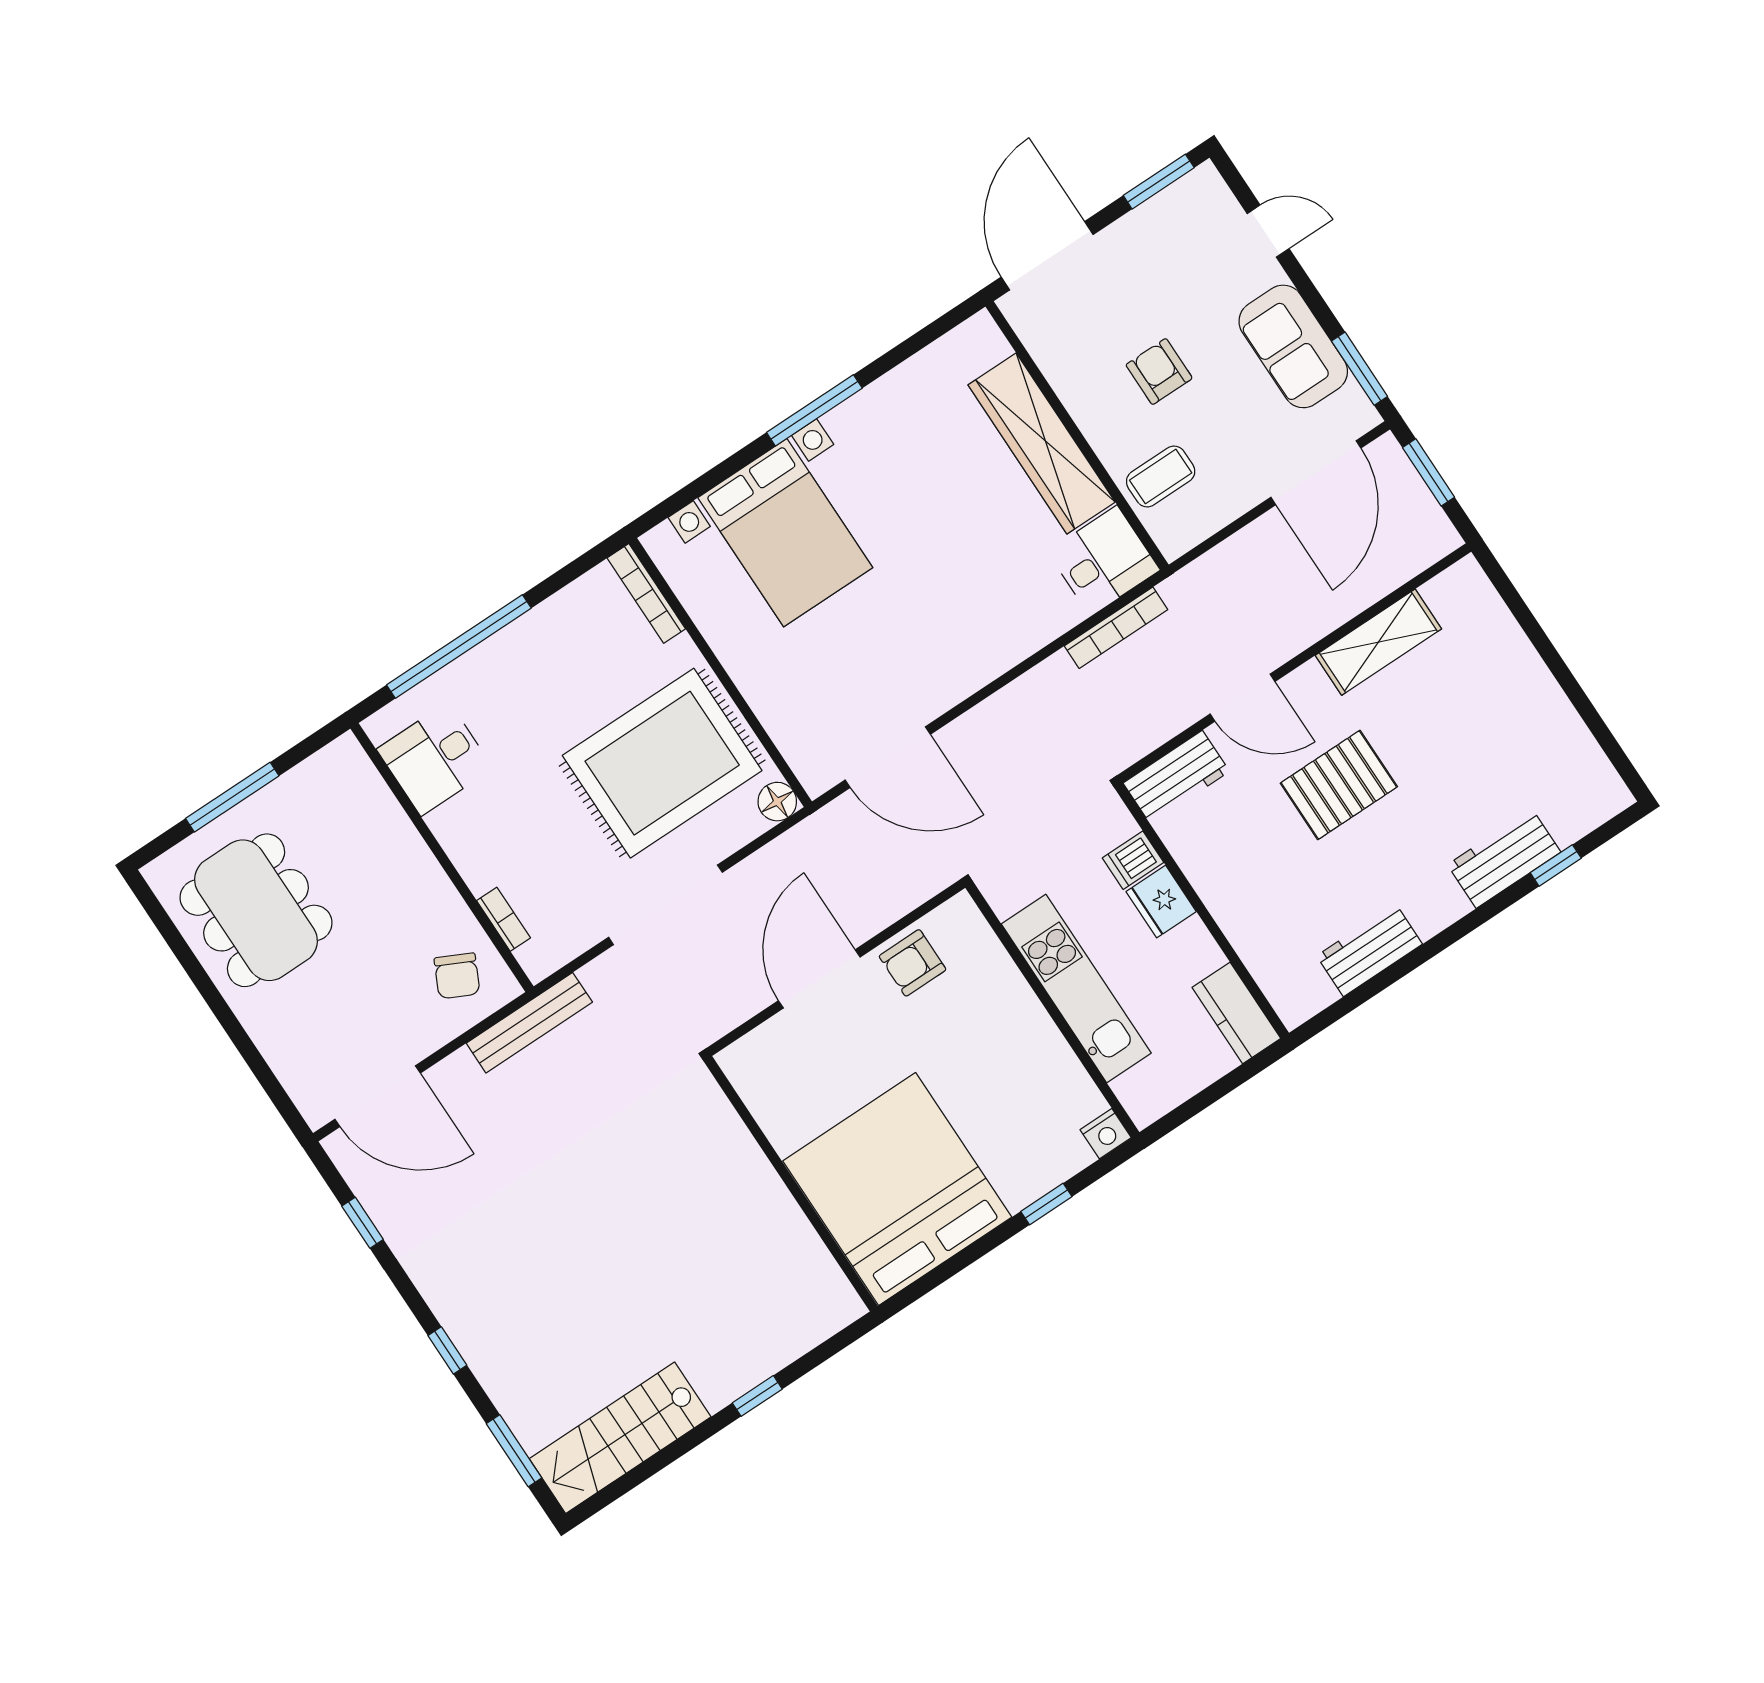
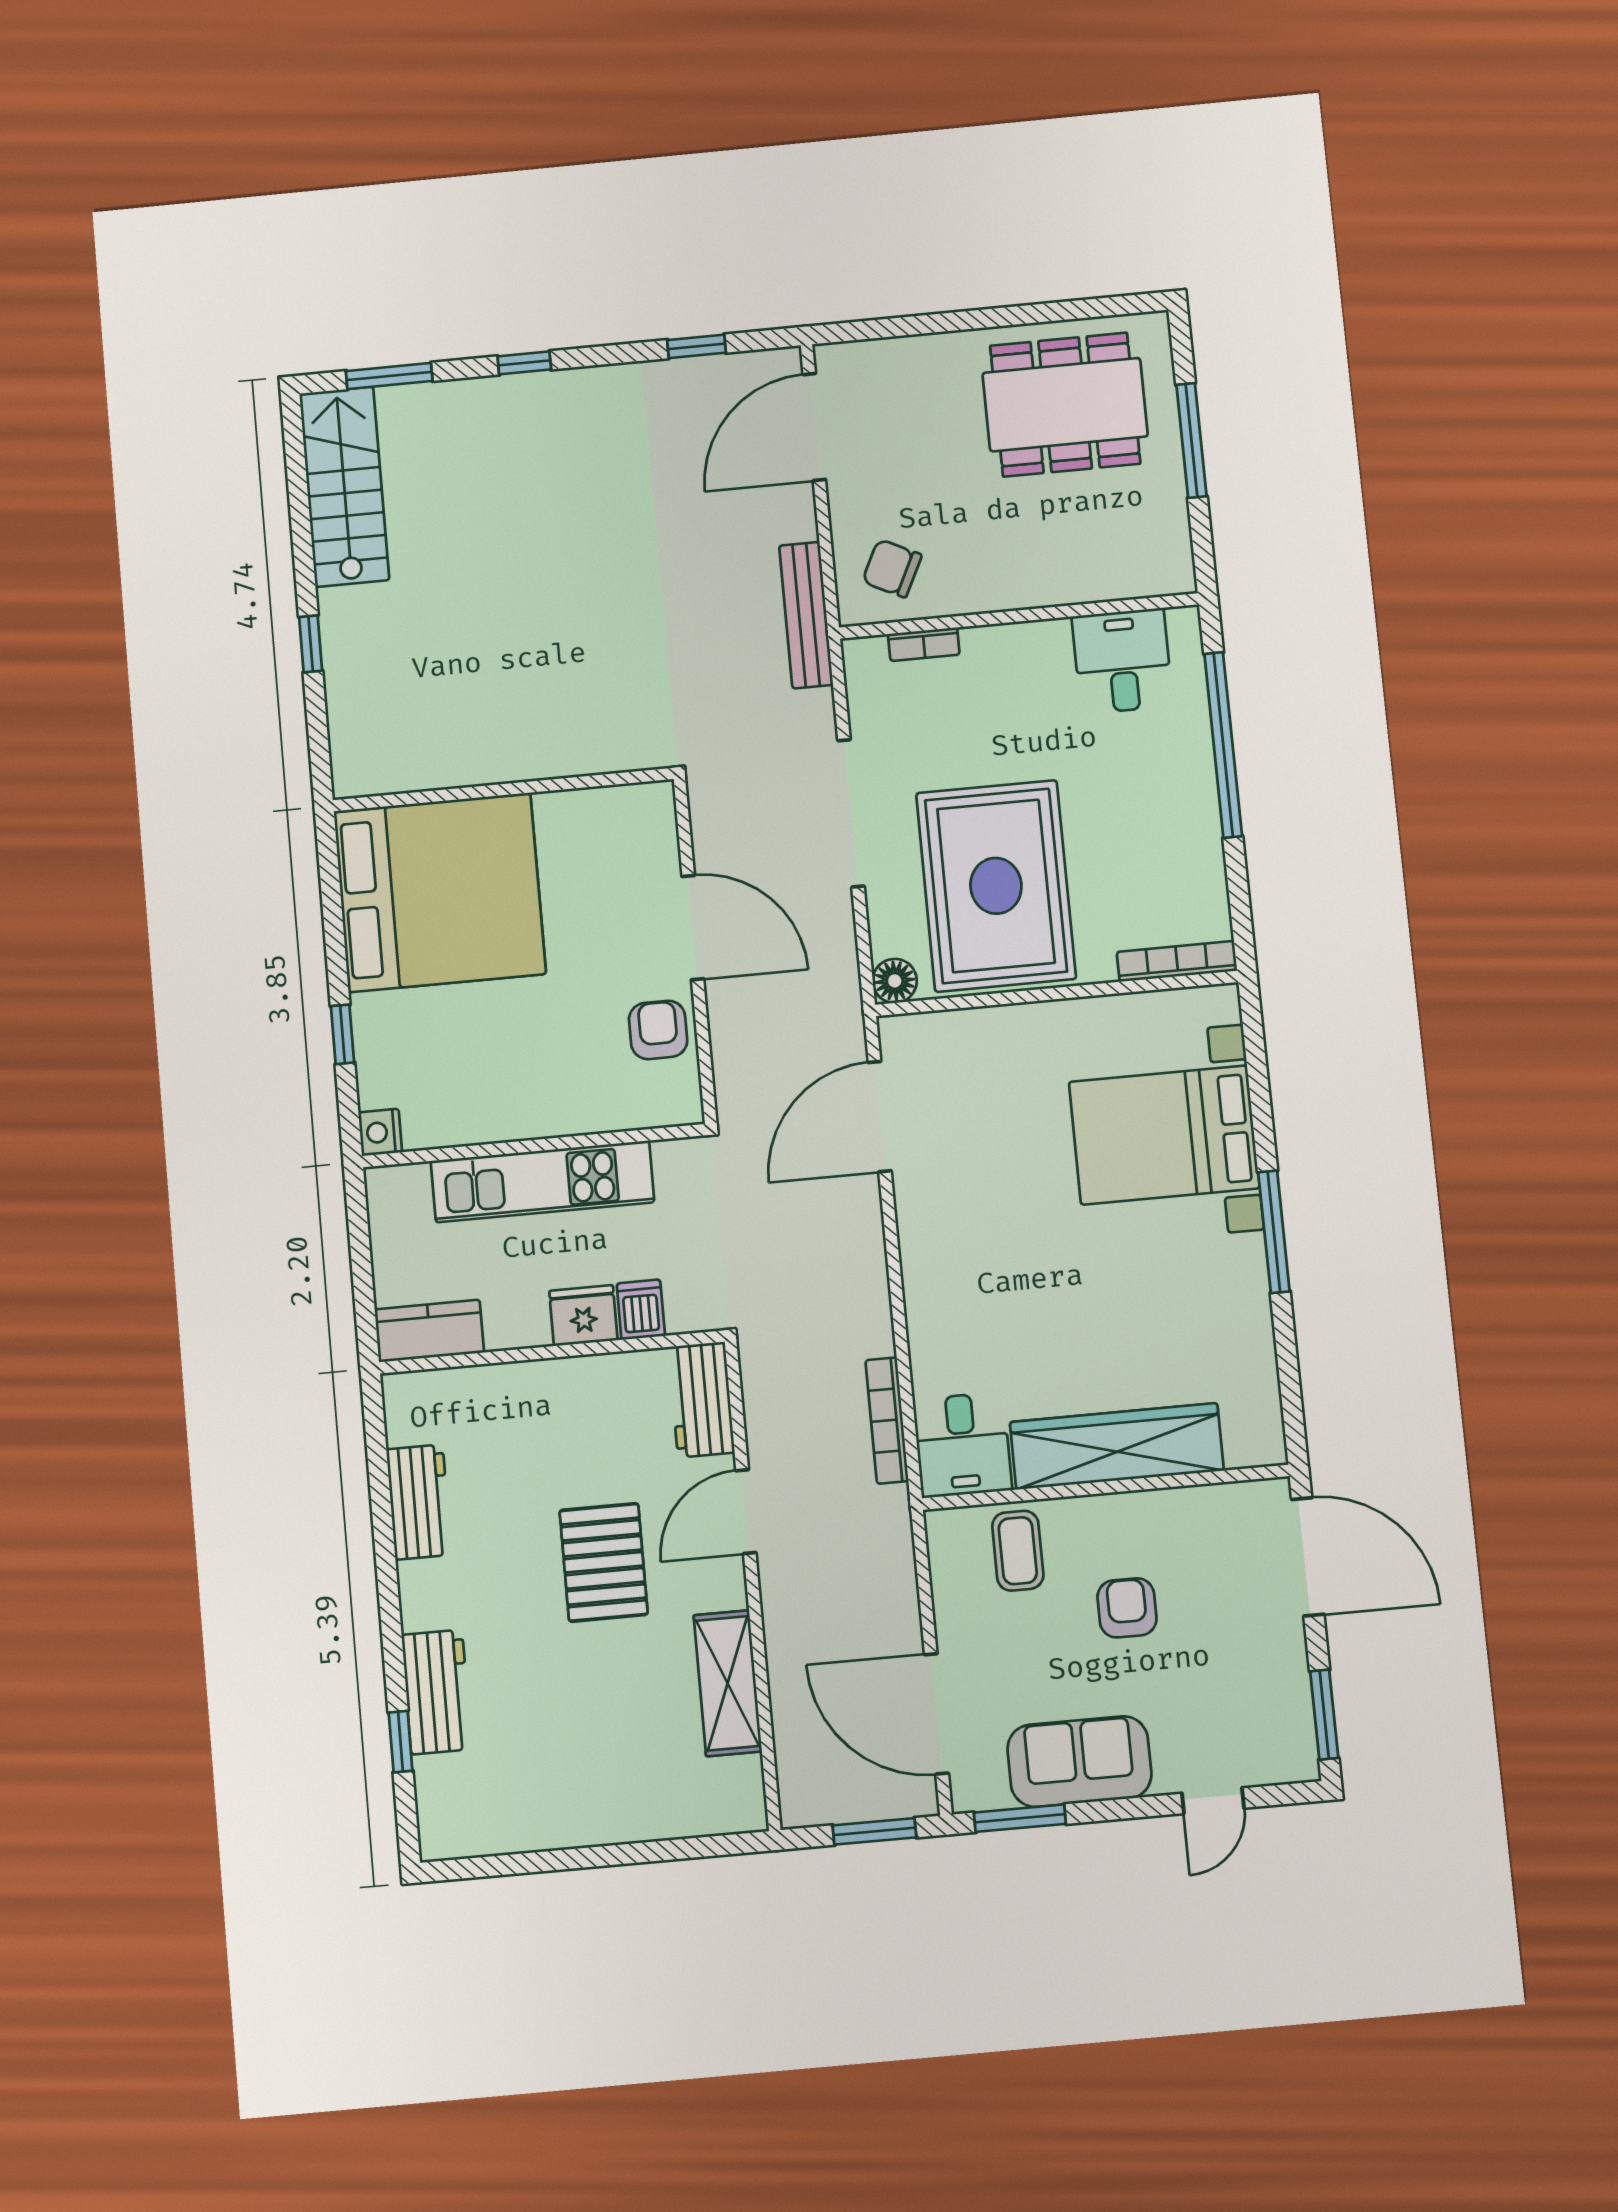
armchair: (1159, 372) -> (1127, 1608), turned -90

